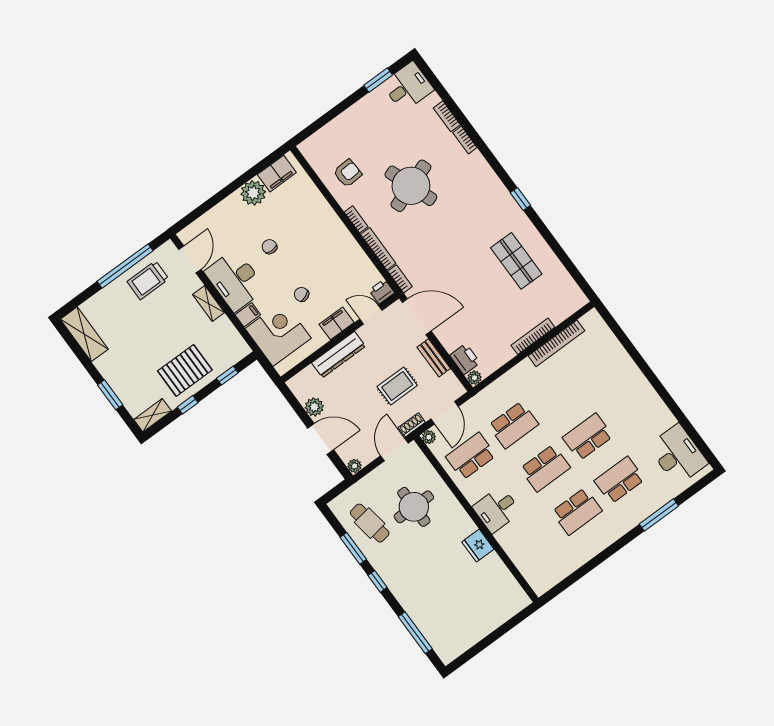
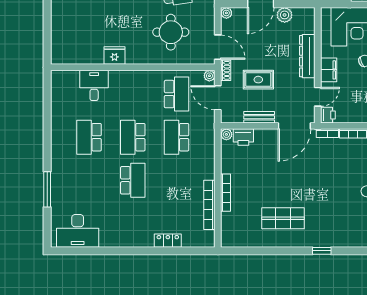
locker: (622, 359) -> (168, 241), added
rug: (397, 386) -> (258, 80), turned 90
school desk: (619, 480) -> (89, 180), removed
desk: (497, 509) -> (94, 85), moved

